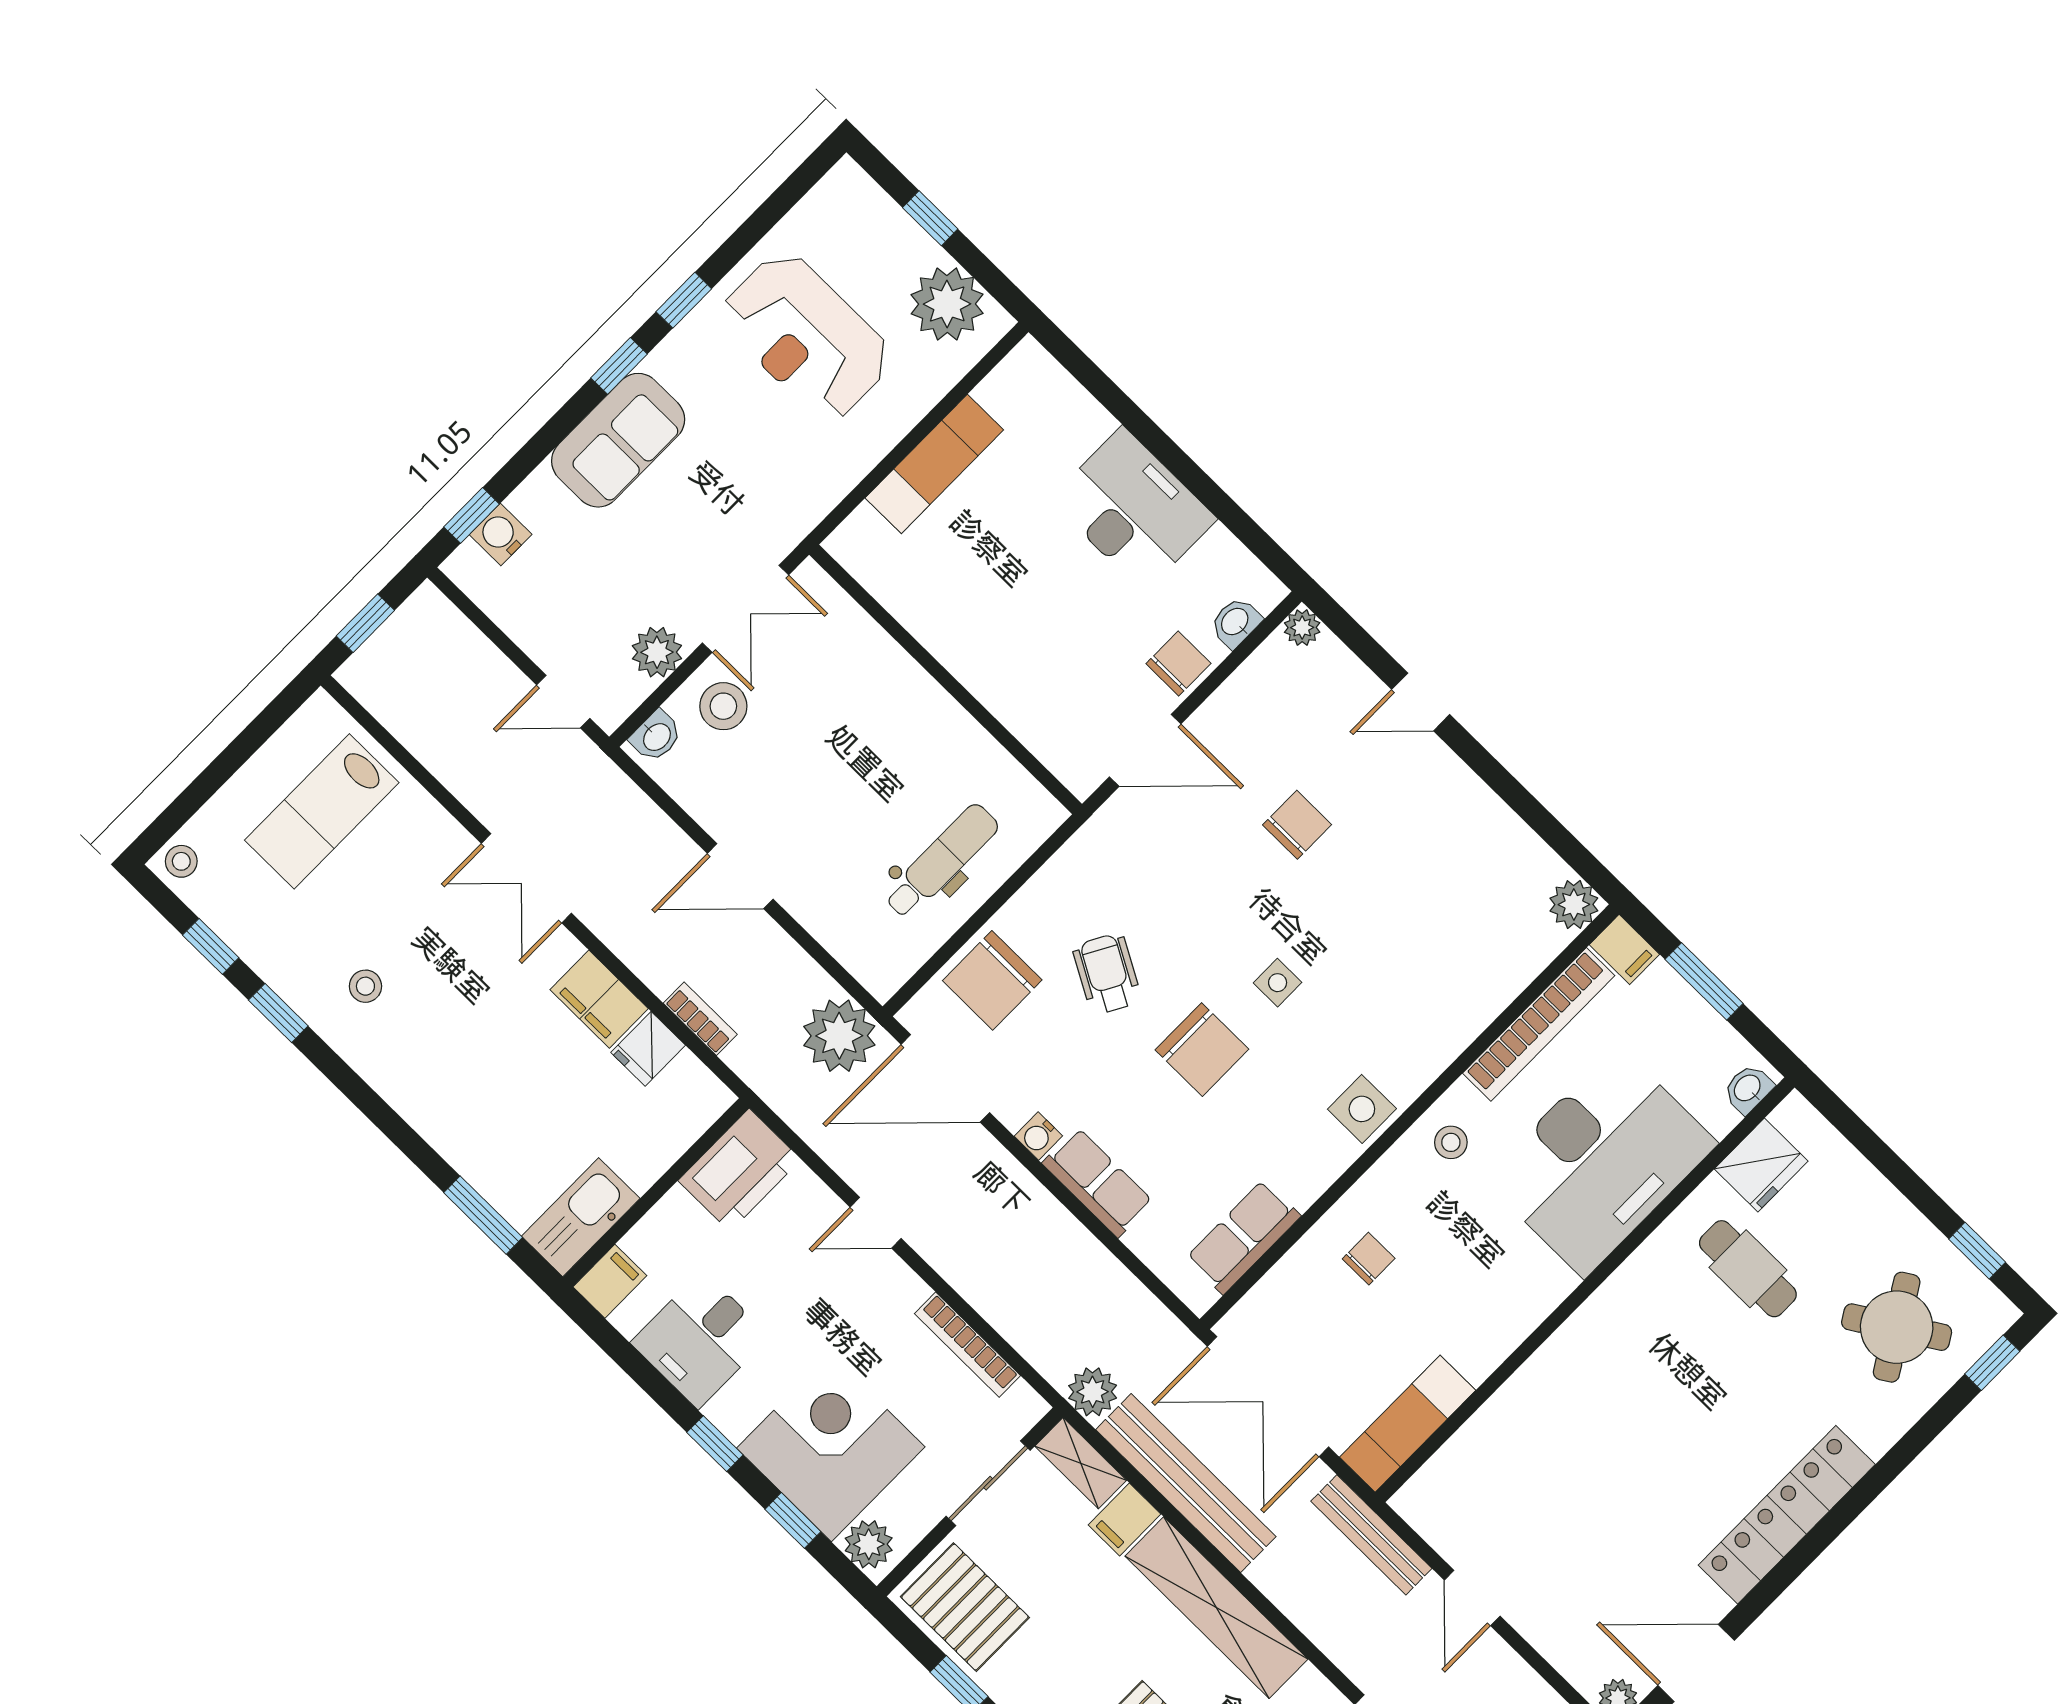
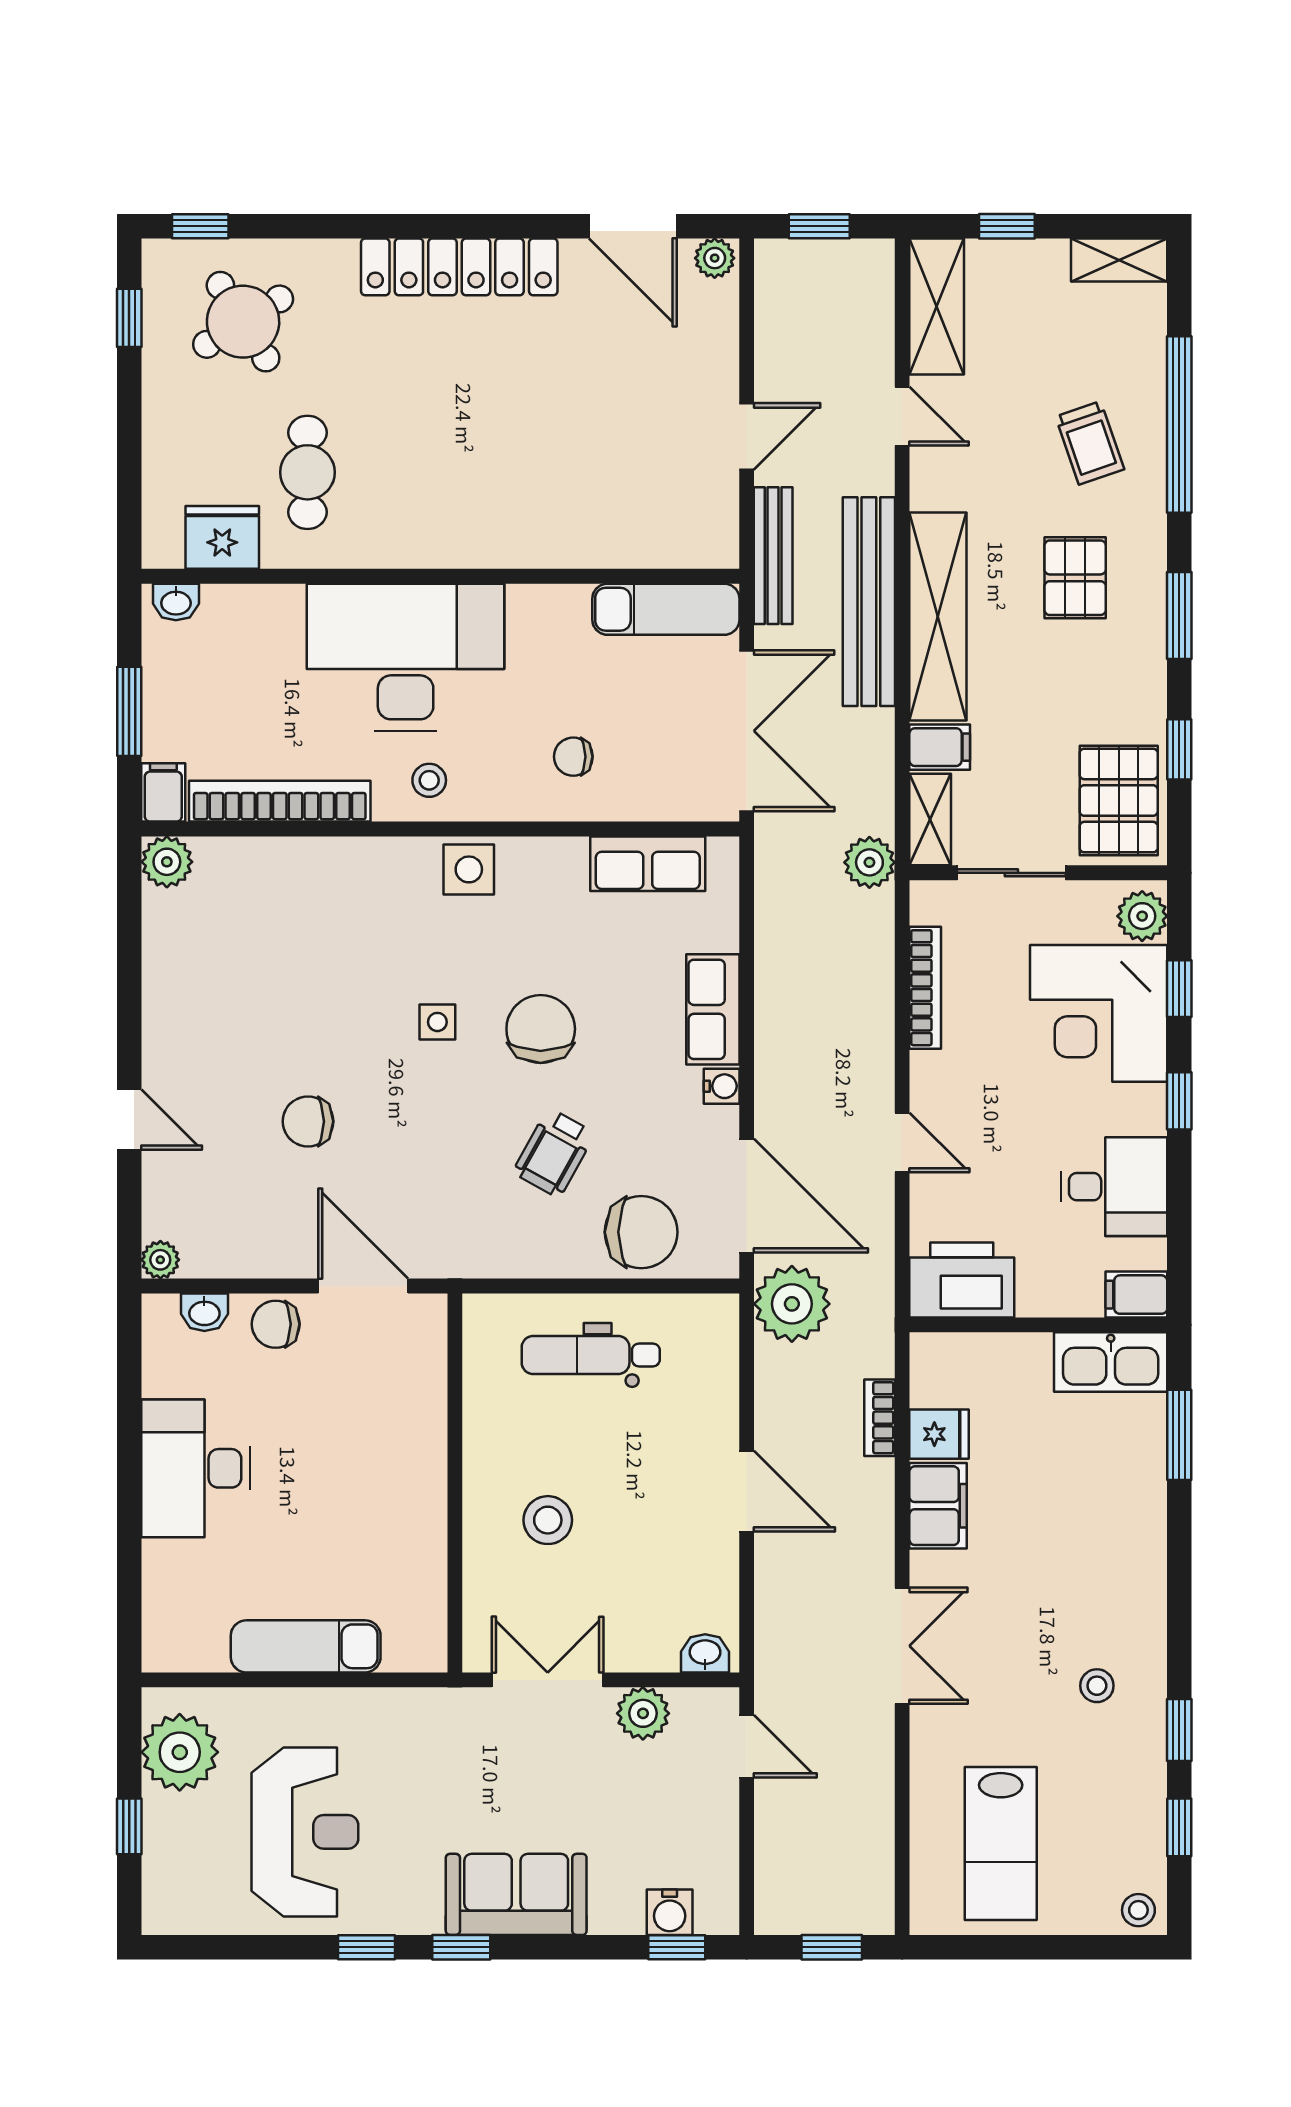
stool: (723, 706) -> (548, 1520), moved
lab bench: (322, 811) -> (1001, 1843), turned 90
desk: (1600, 1161) -> (406, 657), moved
bench: (1186, 1483) -> (869, 602), moved

